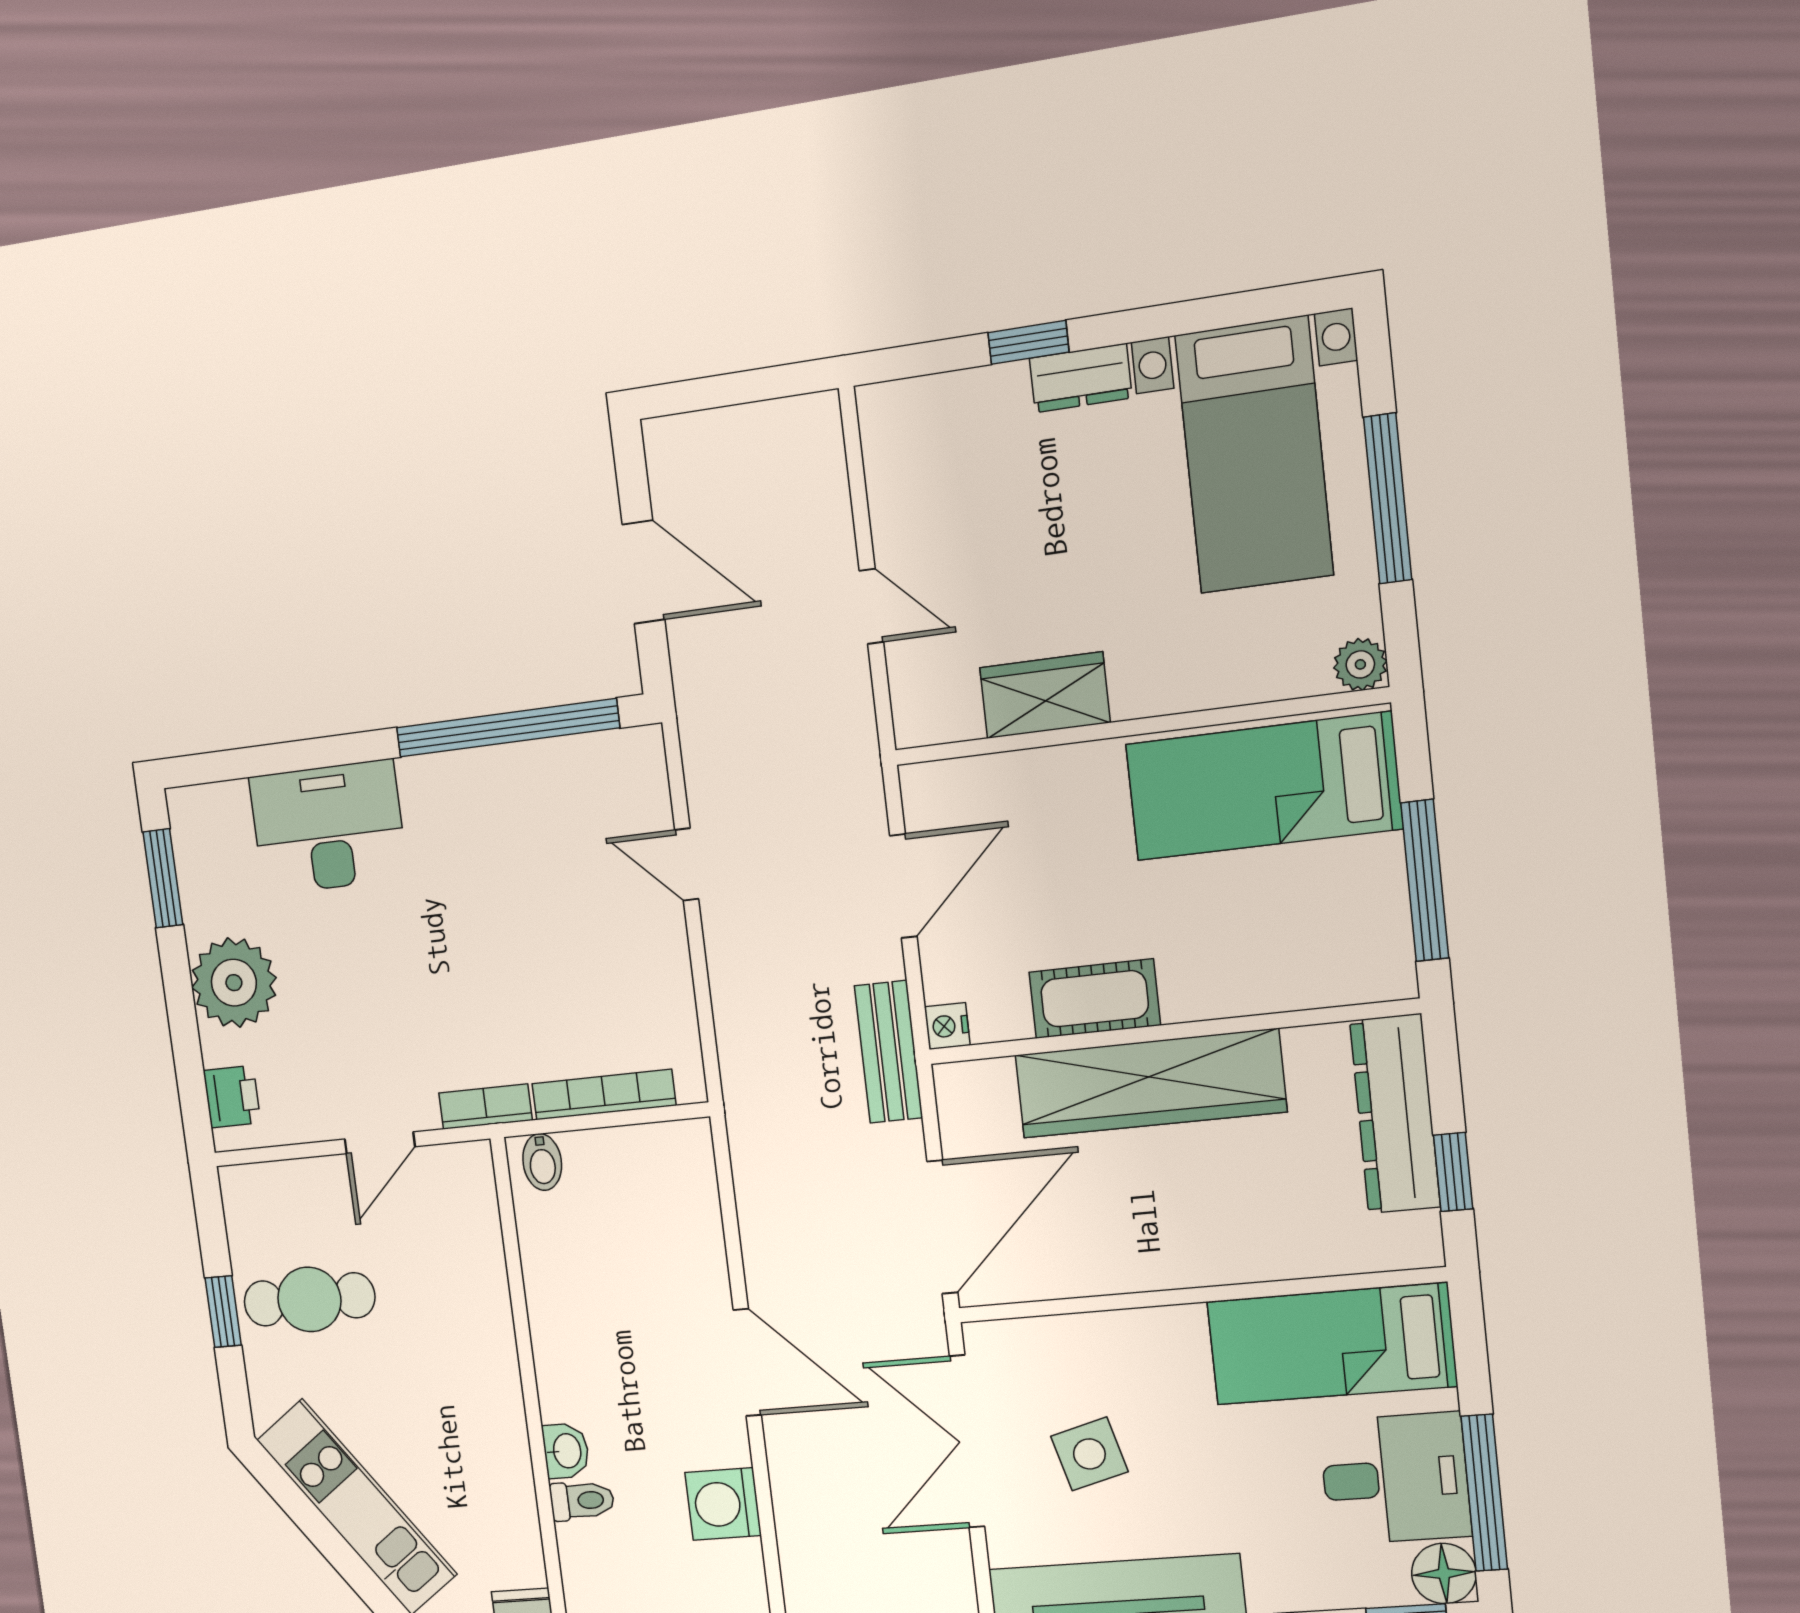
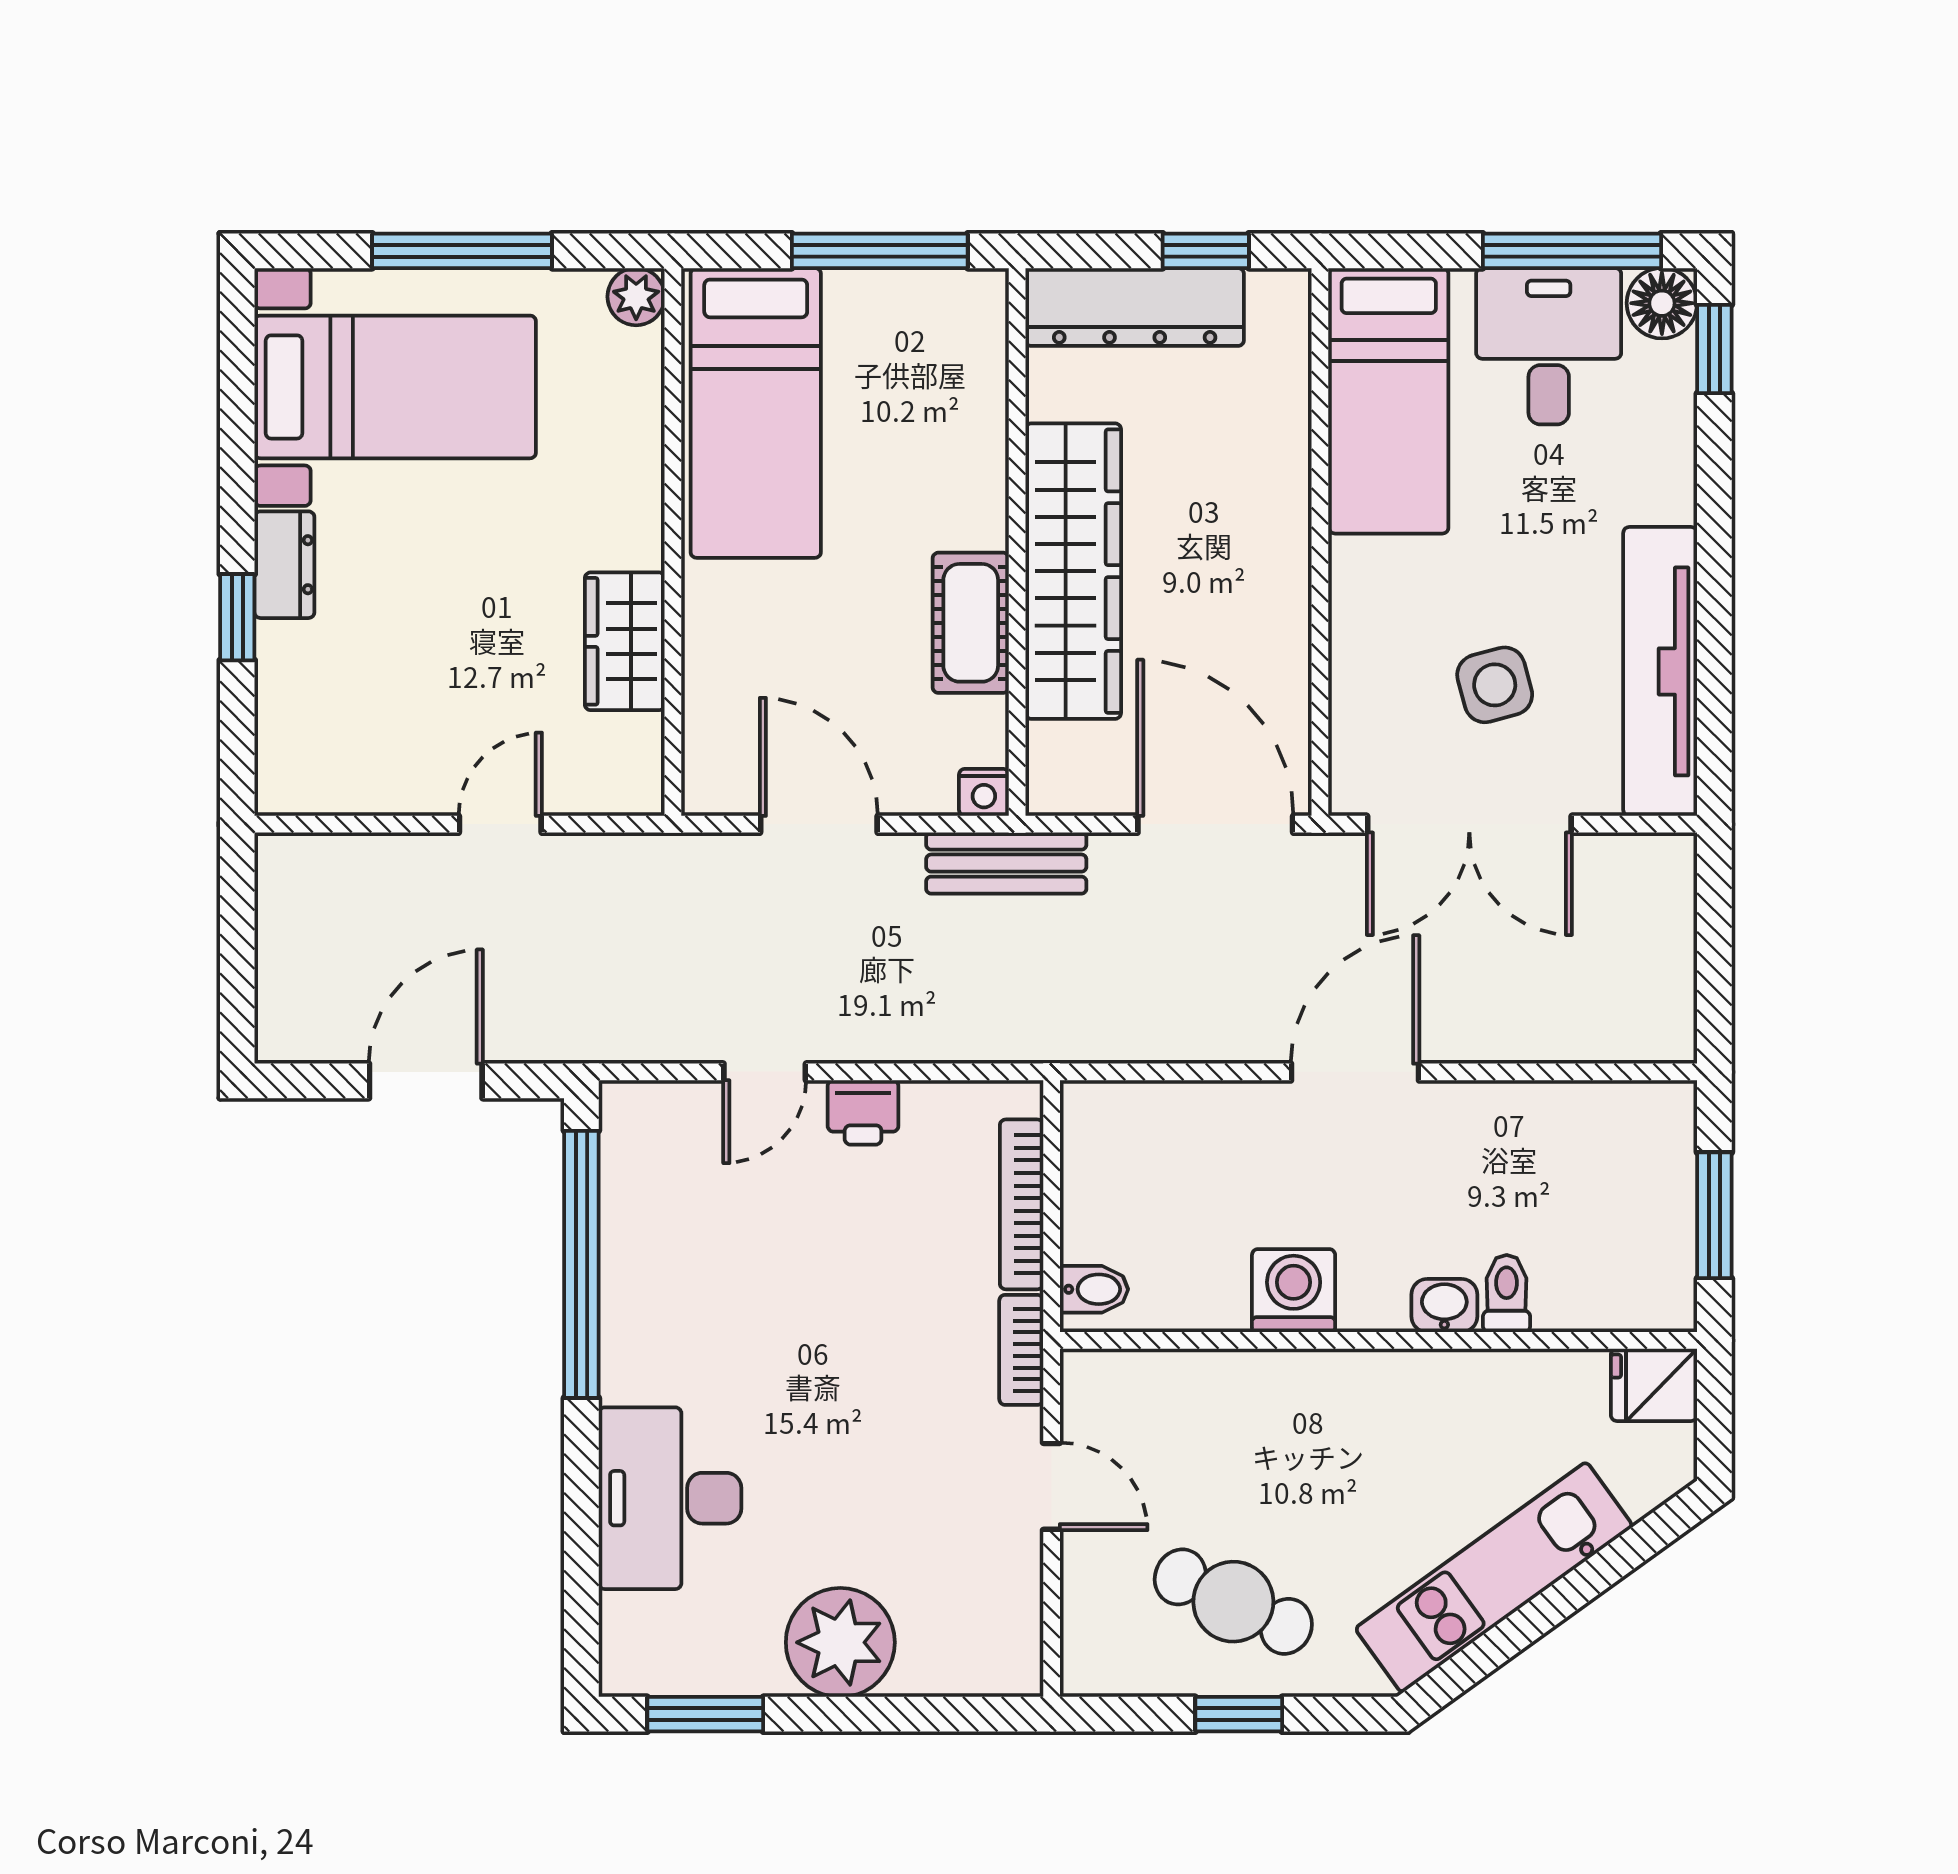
printer: (232, 1097) -> (863, 1112), moved, turned 180
cafe table: (309, 1299) -> (1233, 1602), turned -65
washing machine: (723, 1504) -> (1294, 1291), moved, turned 180

